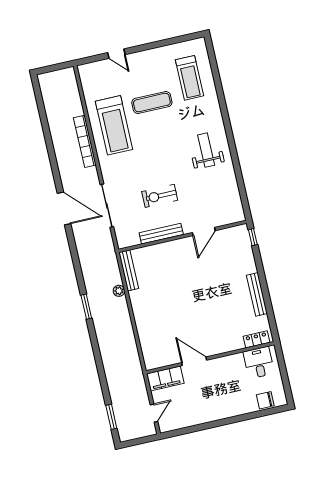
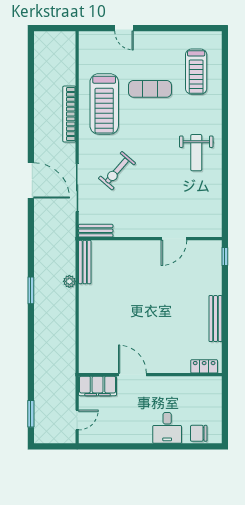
weight bench: (206, 150) -> (196, 153), turned 180
exercise bike: (160, 196) -> (117, 171), moved, turned -49
bench: (161, 234) -> (96, 231), moved, width x0.73
desk: (259, 363) -> (167, 428), moved, turned 180

